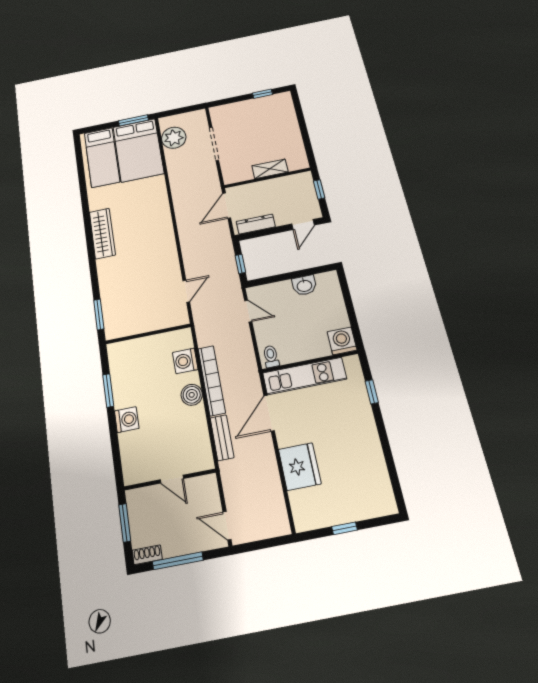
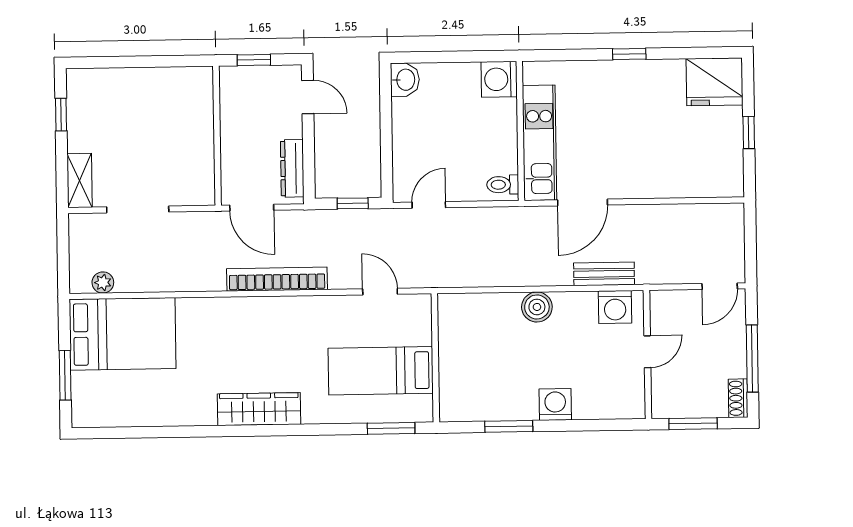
window: (133, 120) -> (65, 375), moved
plant: (174, 138) -> (103, 282), width x0.53, depth x0.53
bed: (102, 157) -> (381, 371), moved, turned 180
shelving: (270, 169) -> (80, 181), moved
washbasin: (304, 285) -> (405, 80), moved
washing machine: (185, 361) -> (615, 307), moved
bookcase: (212, 380) -> (277, 279), moved
window: (372, 392) -> (629, 54), moved
door: (269, 413) -> (583, 202), hinge flipped
fridge: (300, 466) -> (714, 82), moved, turned 180

